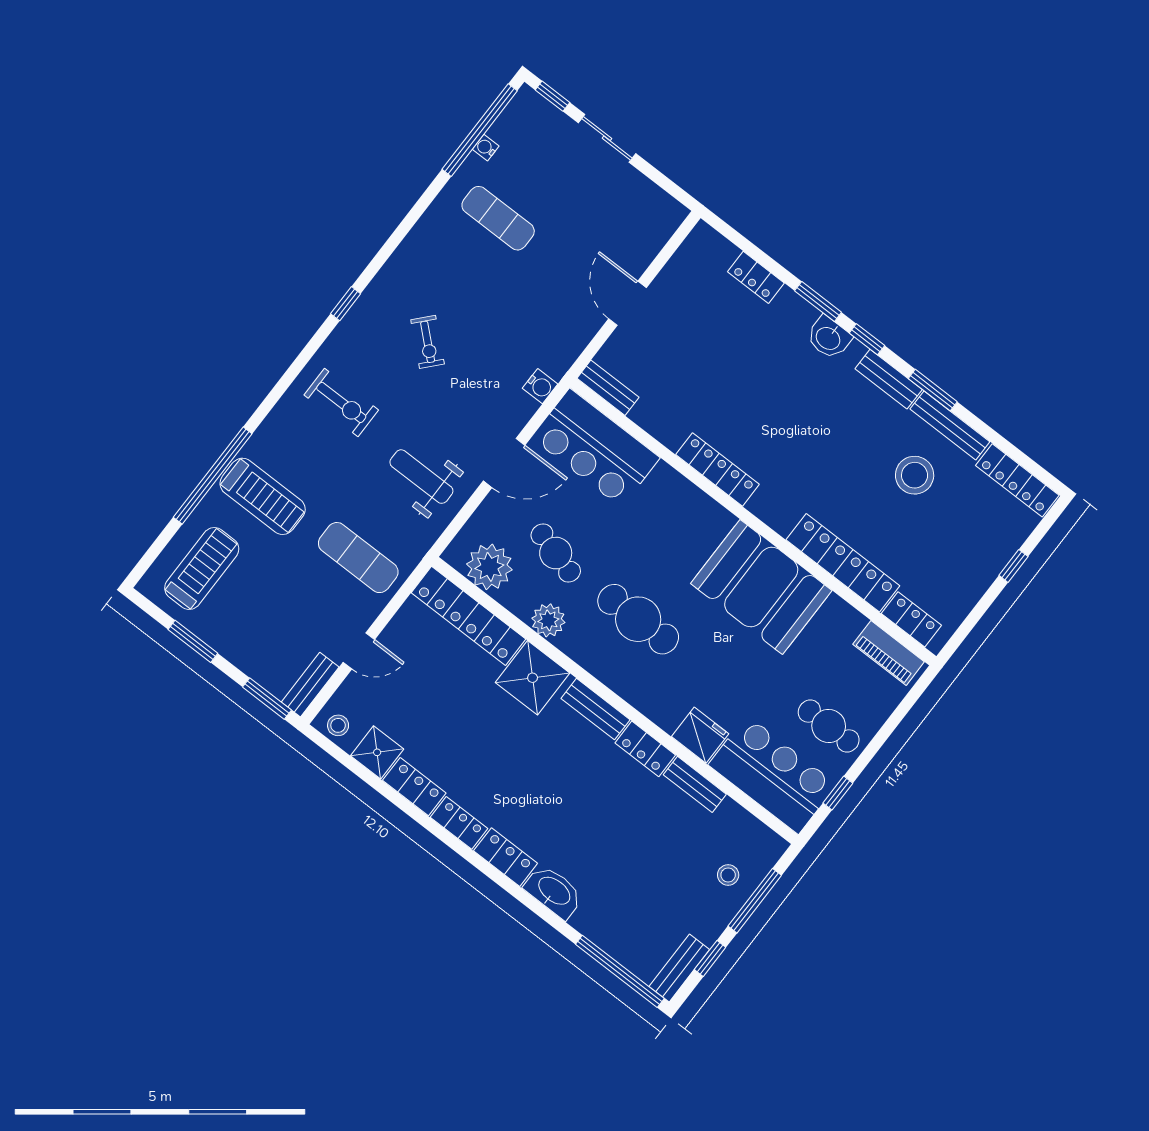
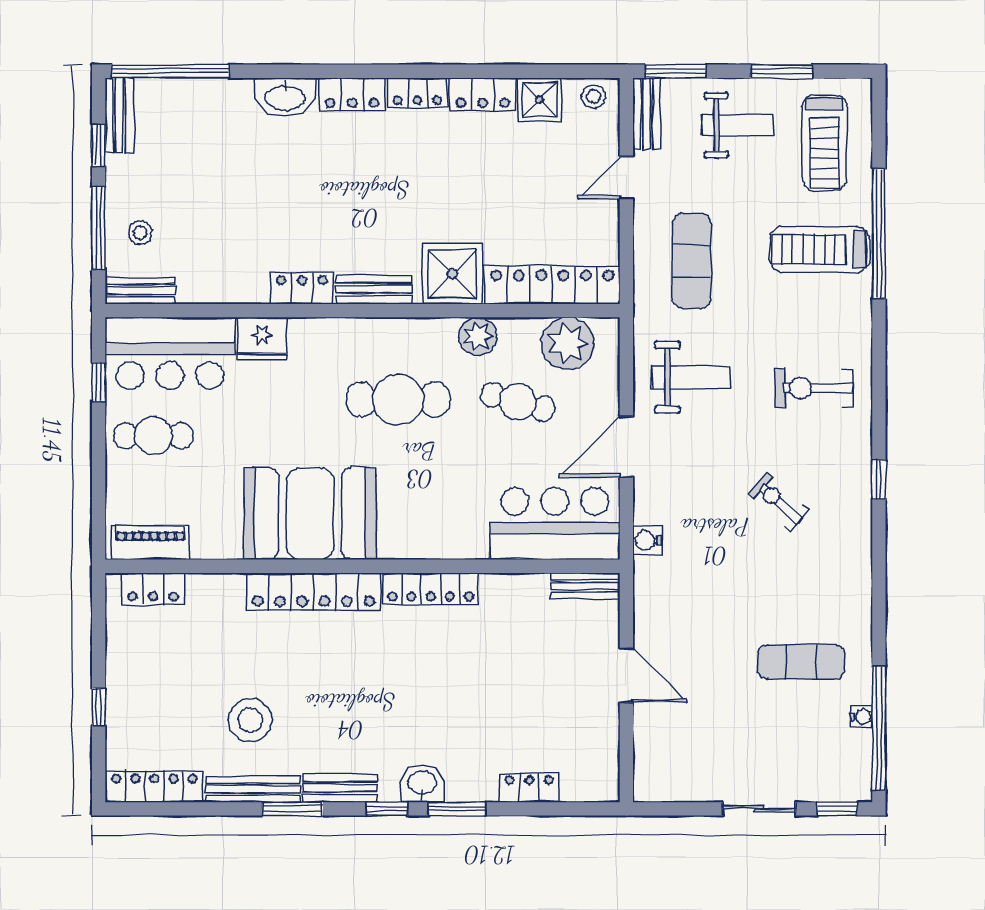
exercise mat: (358, 558) -> (692, 261), turned 90
locker: (843, 563) -> (313, 592), moved
weight bench: (253, 627) -> (738, 125), added
bench: (695, 784) -> (140, 291), moved

